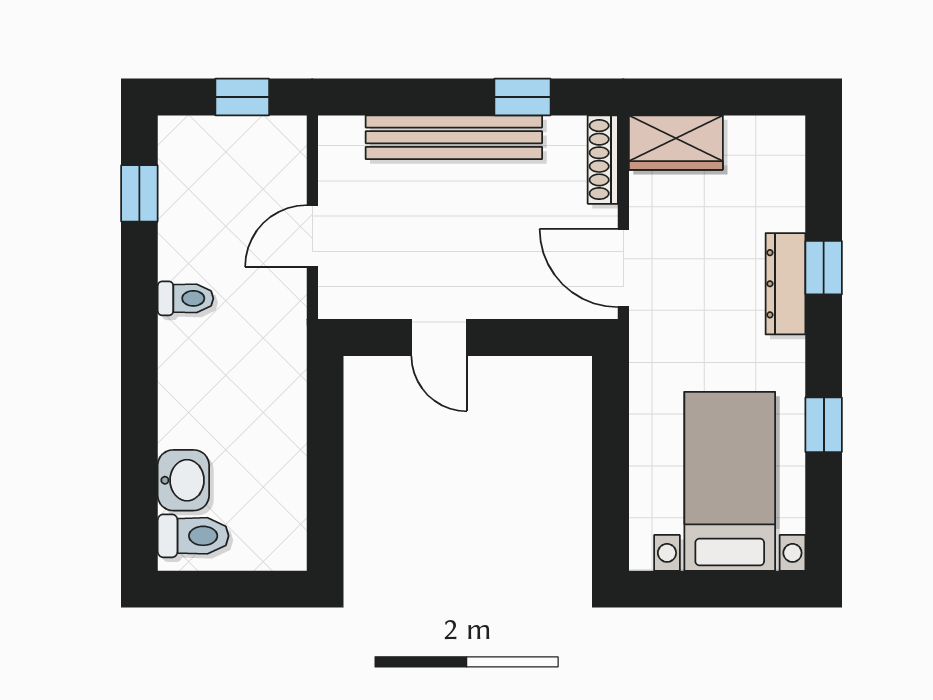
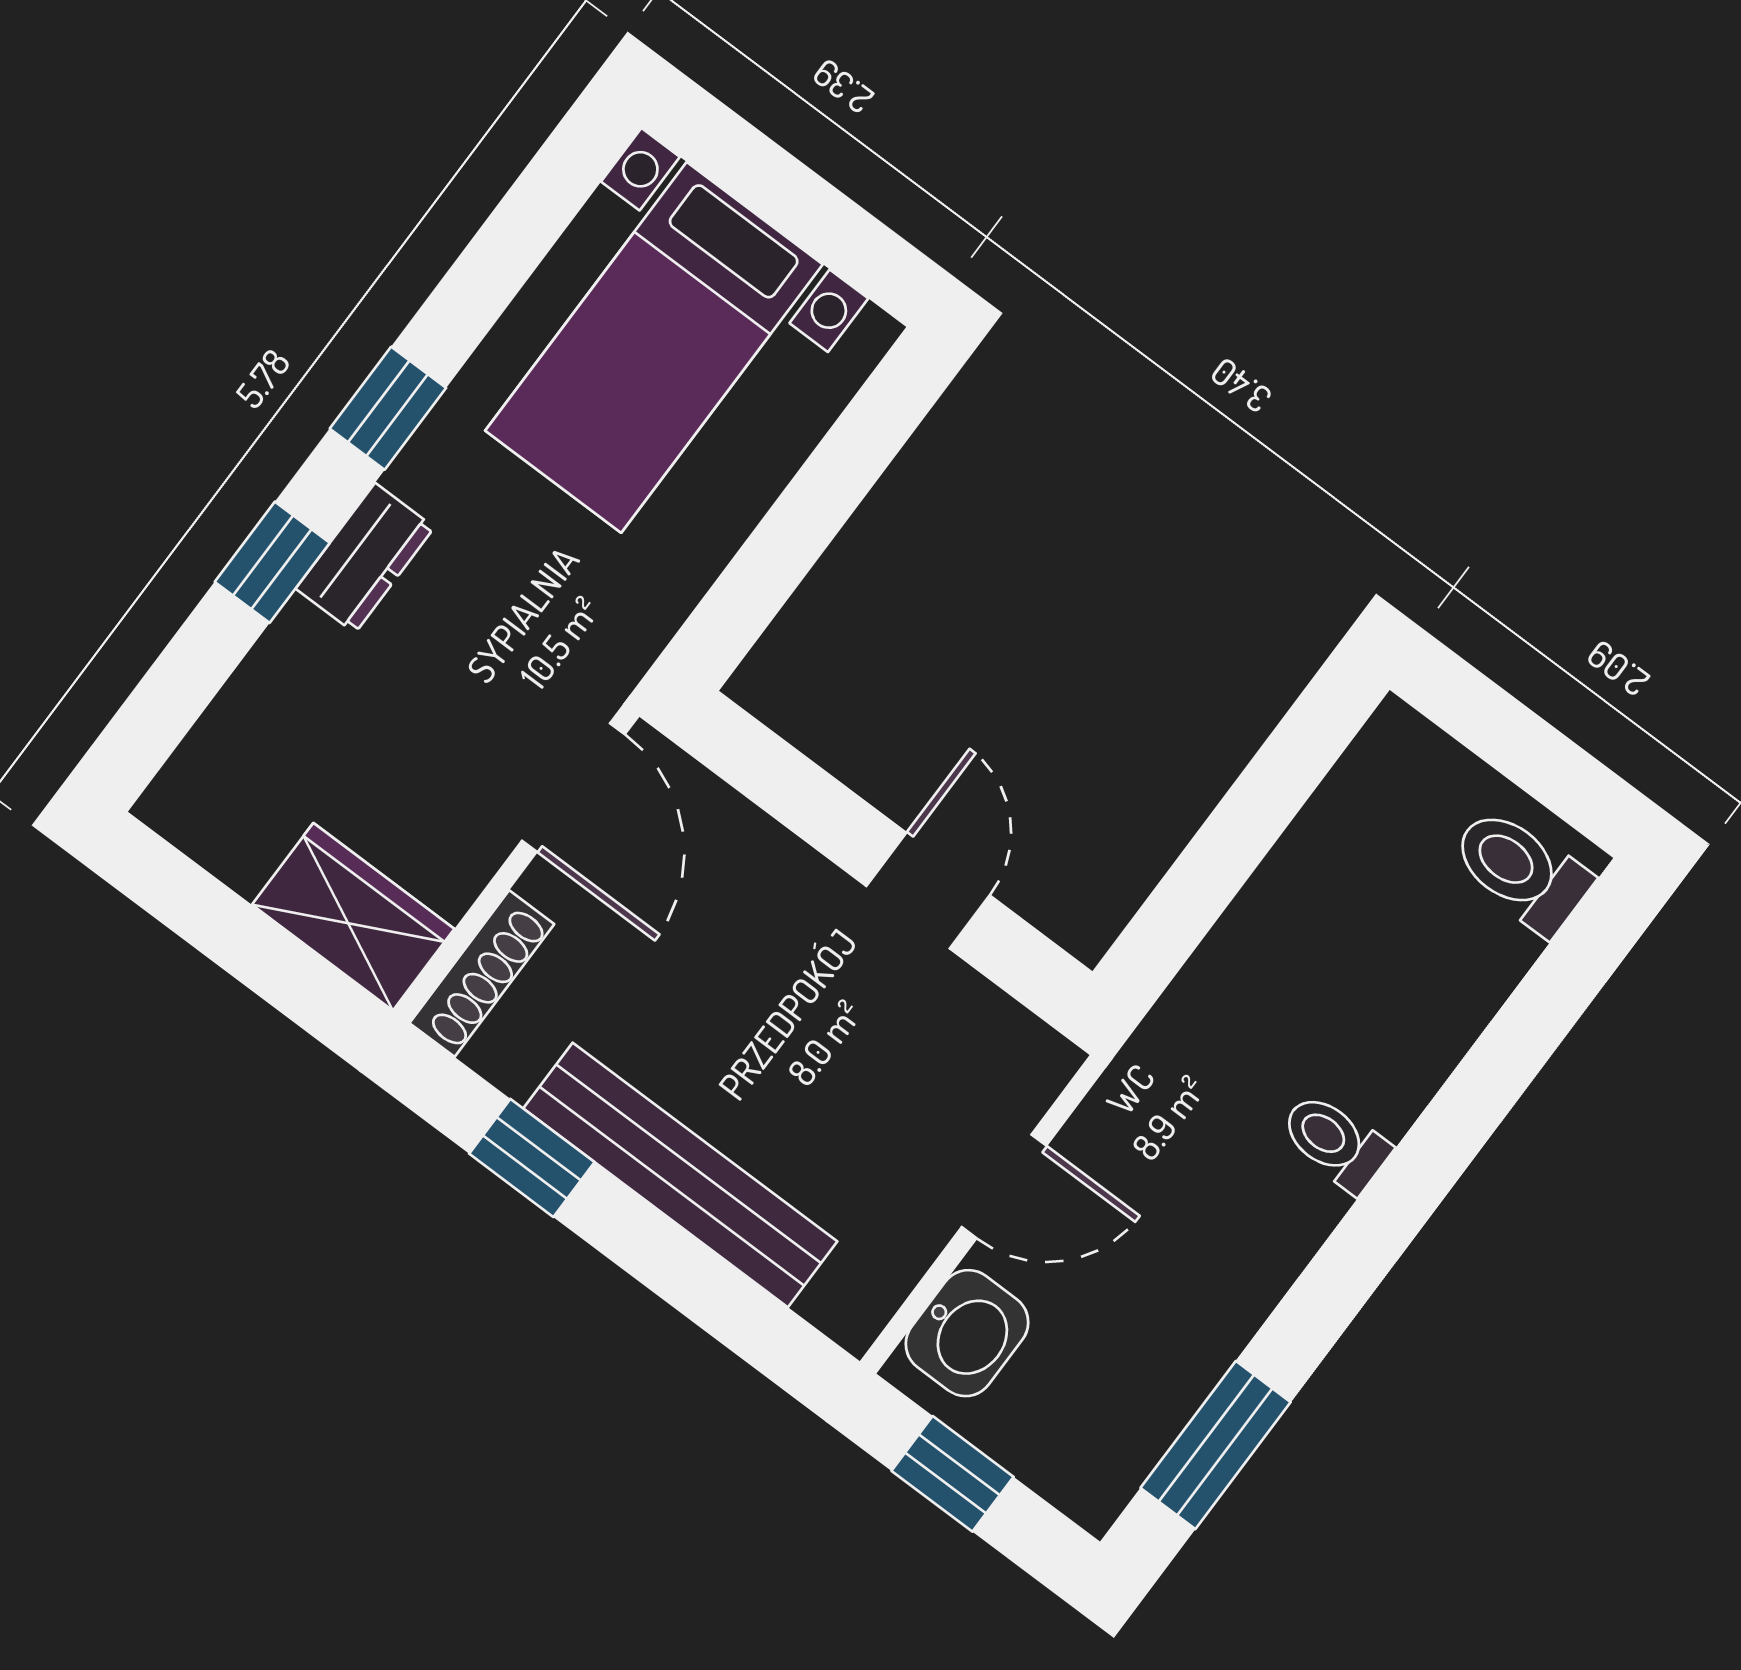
window: (139, 193) -> (1216, 1445), width x1.50
dresser: (785, 284) -> (365, 558), width x0.70
toilet: (185, 298) -> (1335, 1142), moved
window: (824, 425) -> (388, 408), moved
washbasin: (183, 480) -> (967, 1333), moved, turned 180

